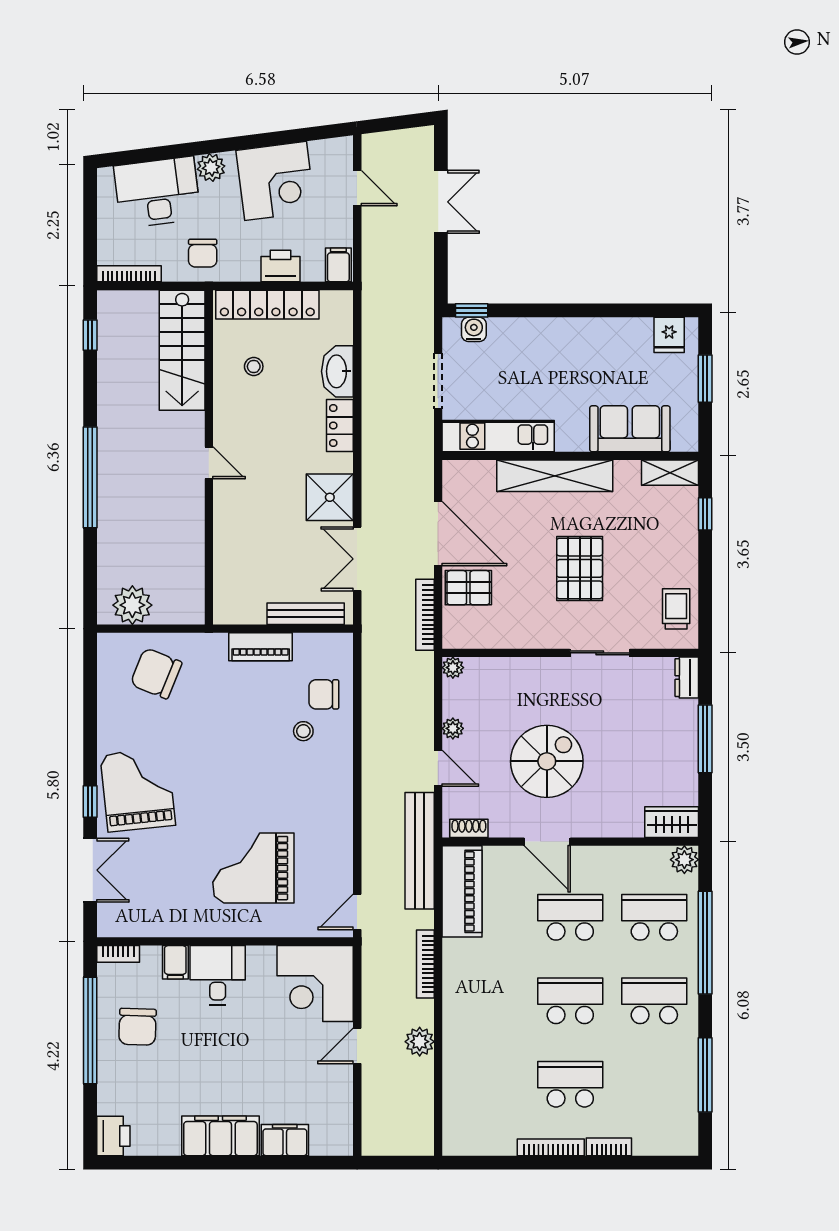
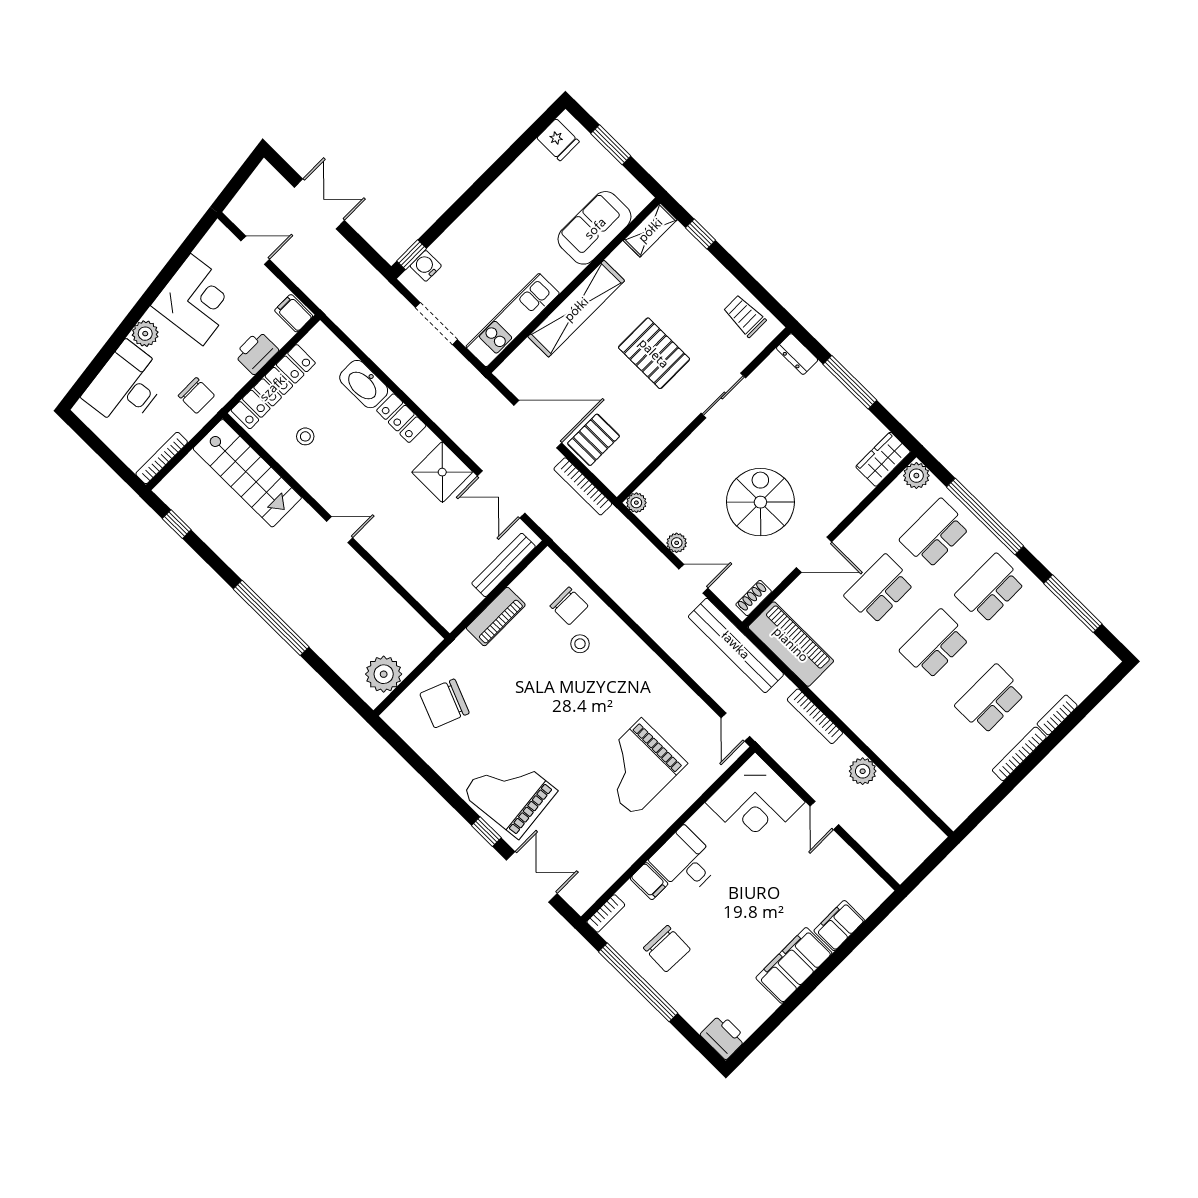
chair: (324, 694) -> (569, 606), turned -90

